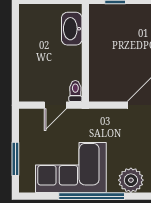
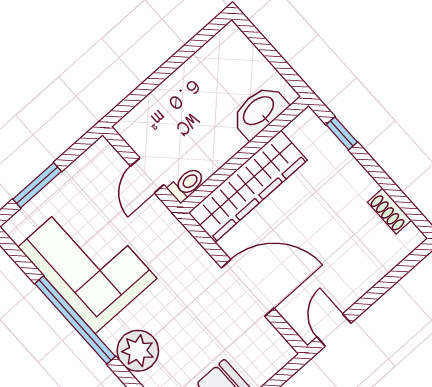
wardrobe: (101, 64) -> (248, 186), added
door: (55, 105) -> (147, 175), hinge flipped

